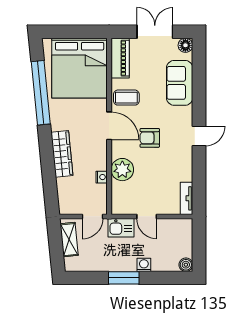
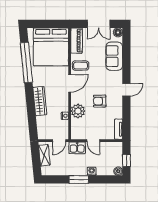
double door: (155, 32) -> (99, 24), swing flipped
door: (109, 126) -> (70, 83), hinge flipped
armchair: (150, 138) -> (100, 101), moved
window: (199, 248) -> (126, 161), added

